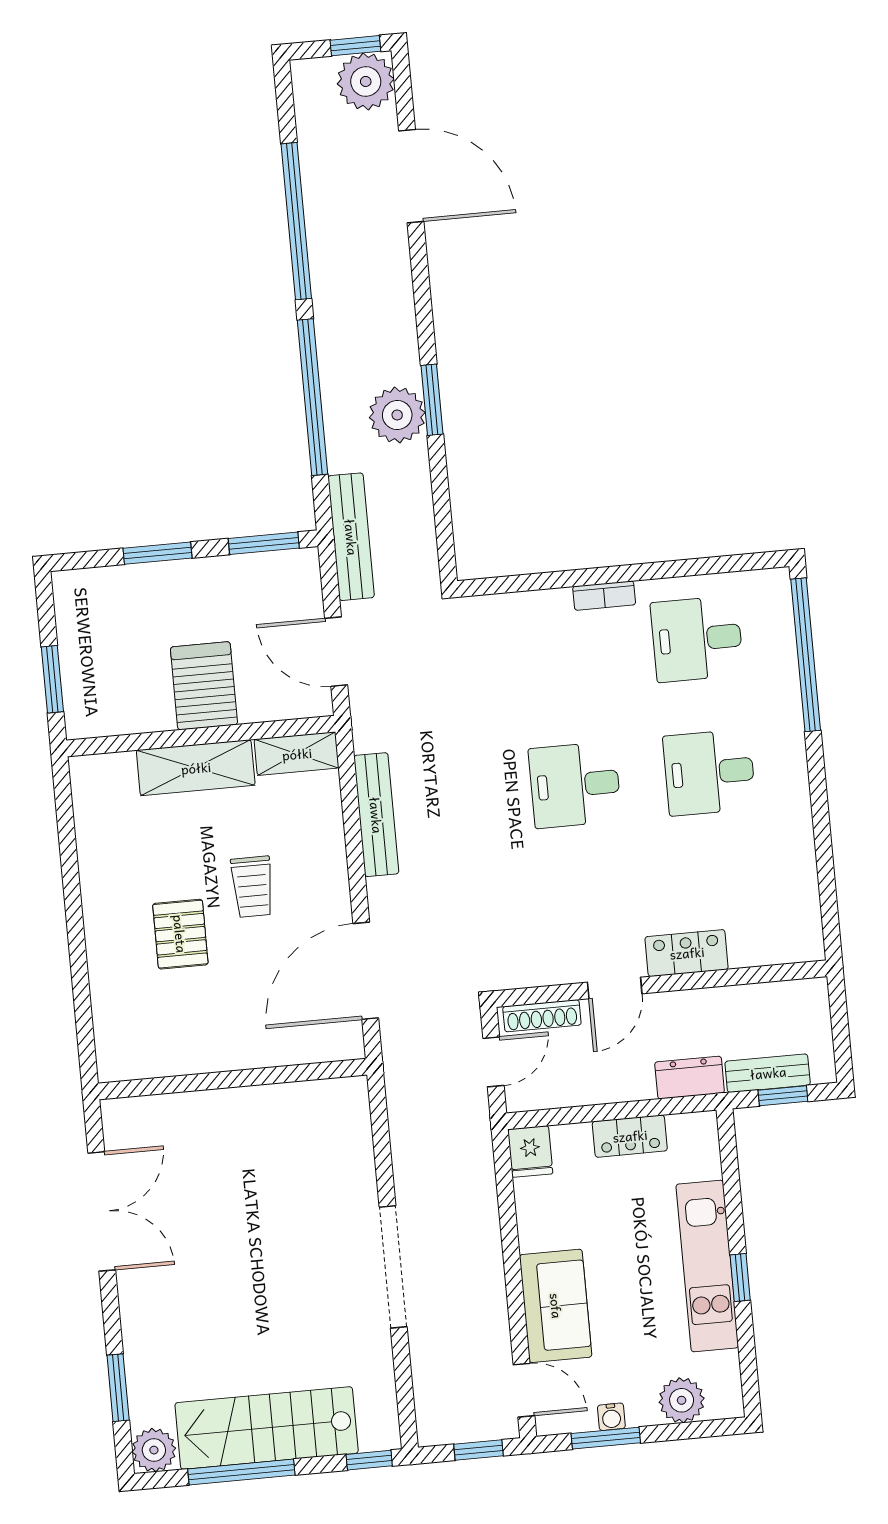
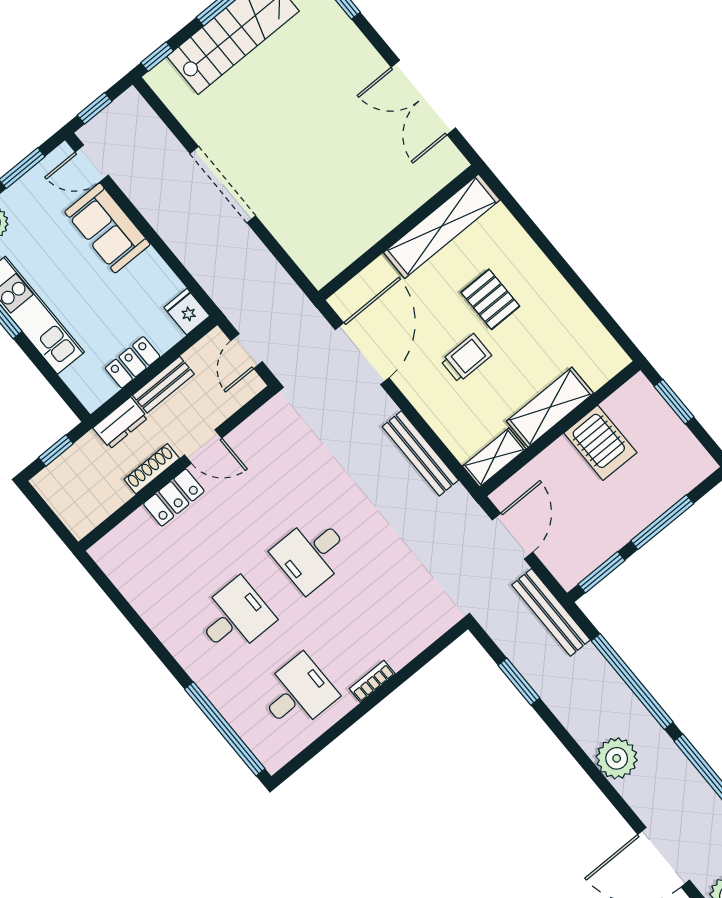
window: (432, 400) -> (519, 682), moved
plant: (397, 415) -> (617, 758), moved
window: (158, 553) -> (662, 522), width x1.44
door: (336, 652) -> (512, 536), hinge flipped
server rack: (204, 686) -> (600, 443), moved
desk: (575, 785) -> (312, 554), turned 180
trolley: (252, 887) -> (466, 358), turned 90
door: (615, 988) -> (203, 446), swing flipped
shoe rack: (542, 1016) -> (152, 469), moved
shelving: (179, 1053) -> (442, 226), added
bench: (768, 1073) -> (163, 385), moved
water cooler: (611, 1417) -> (27, 184), removed

